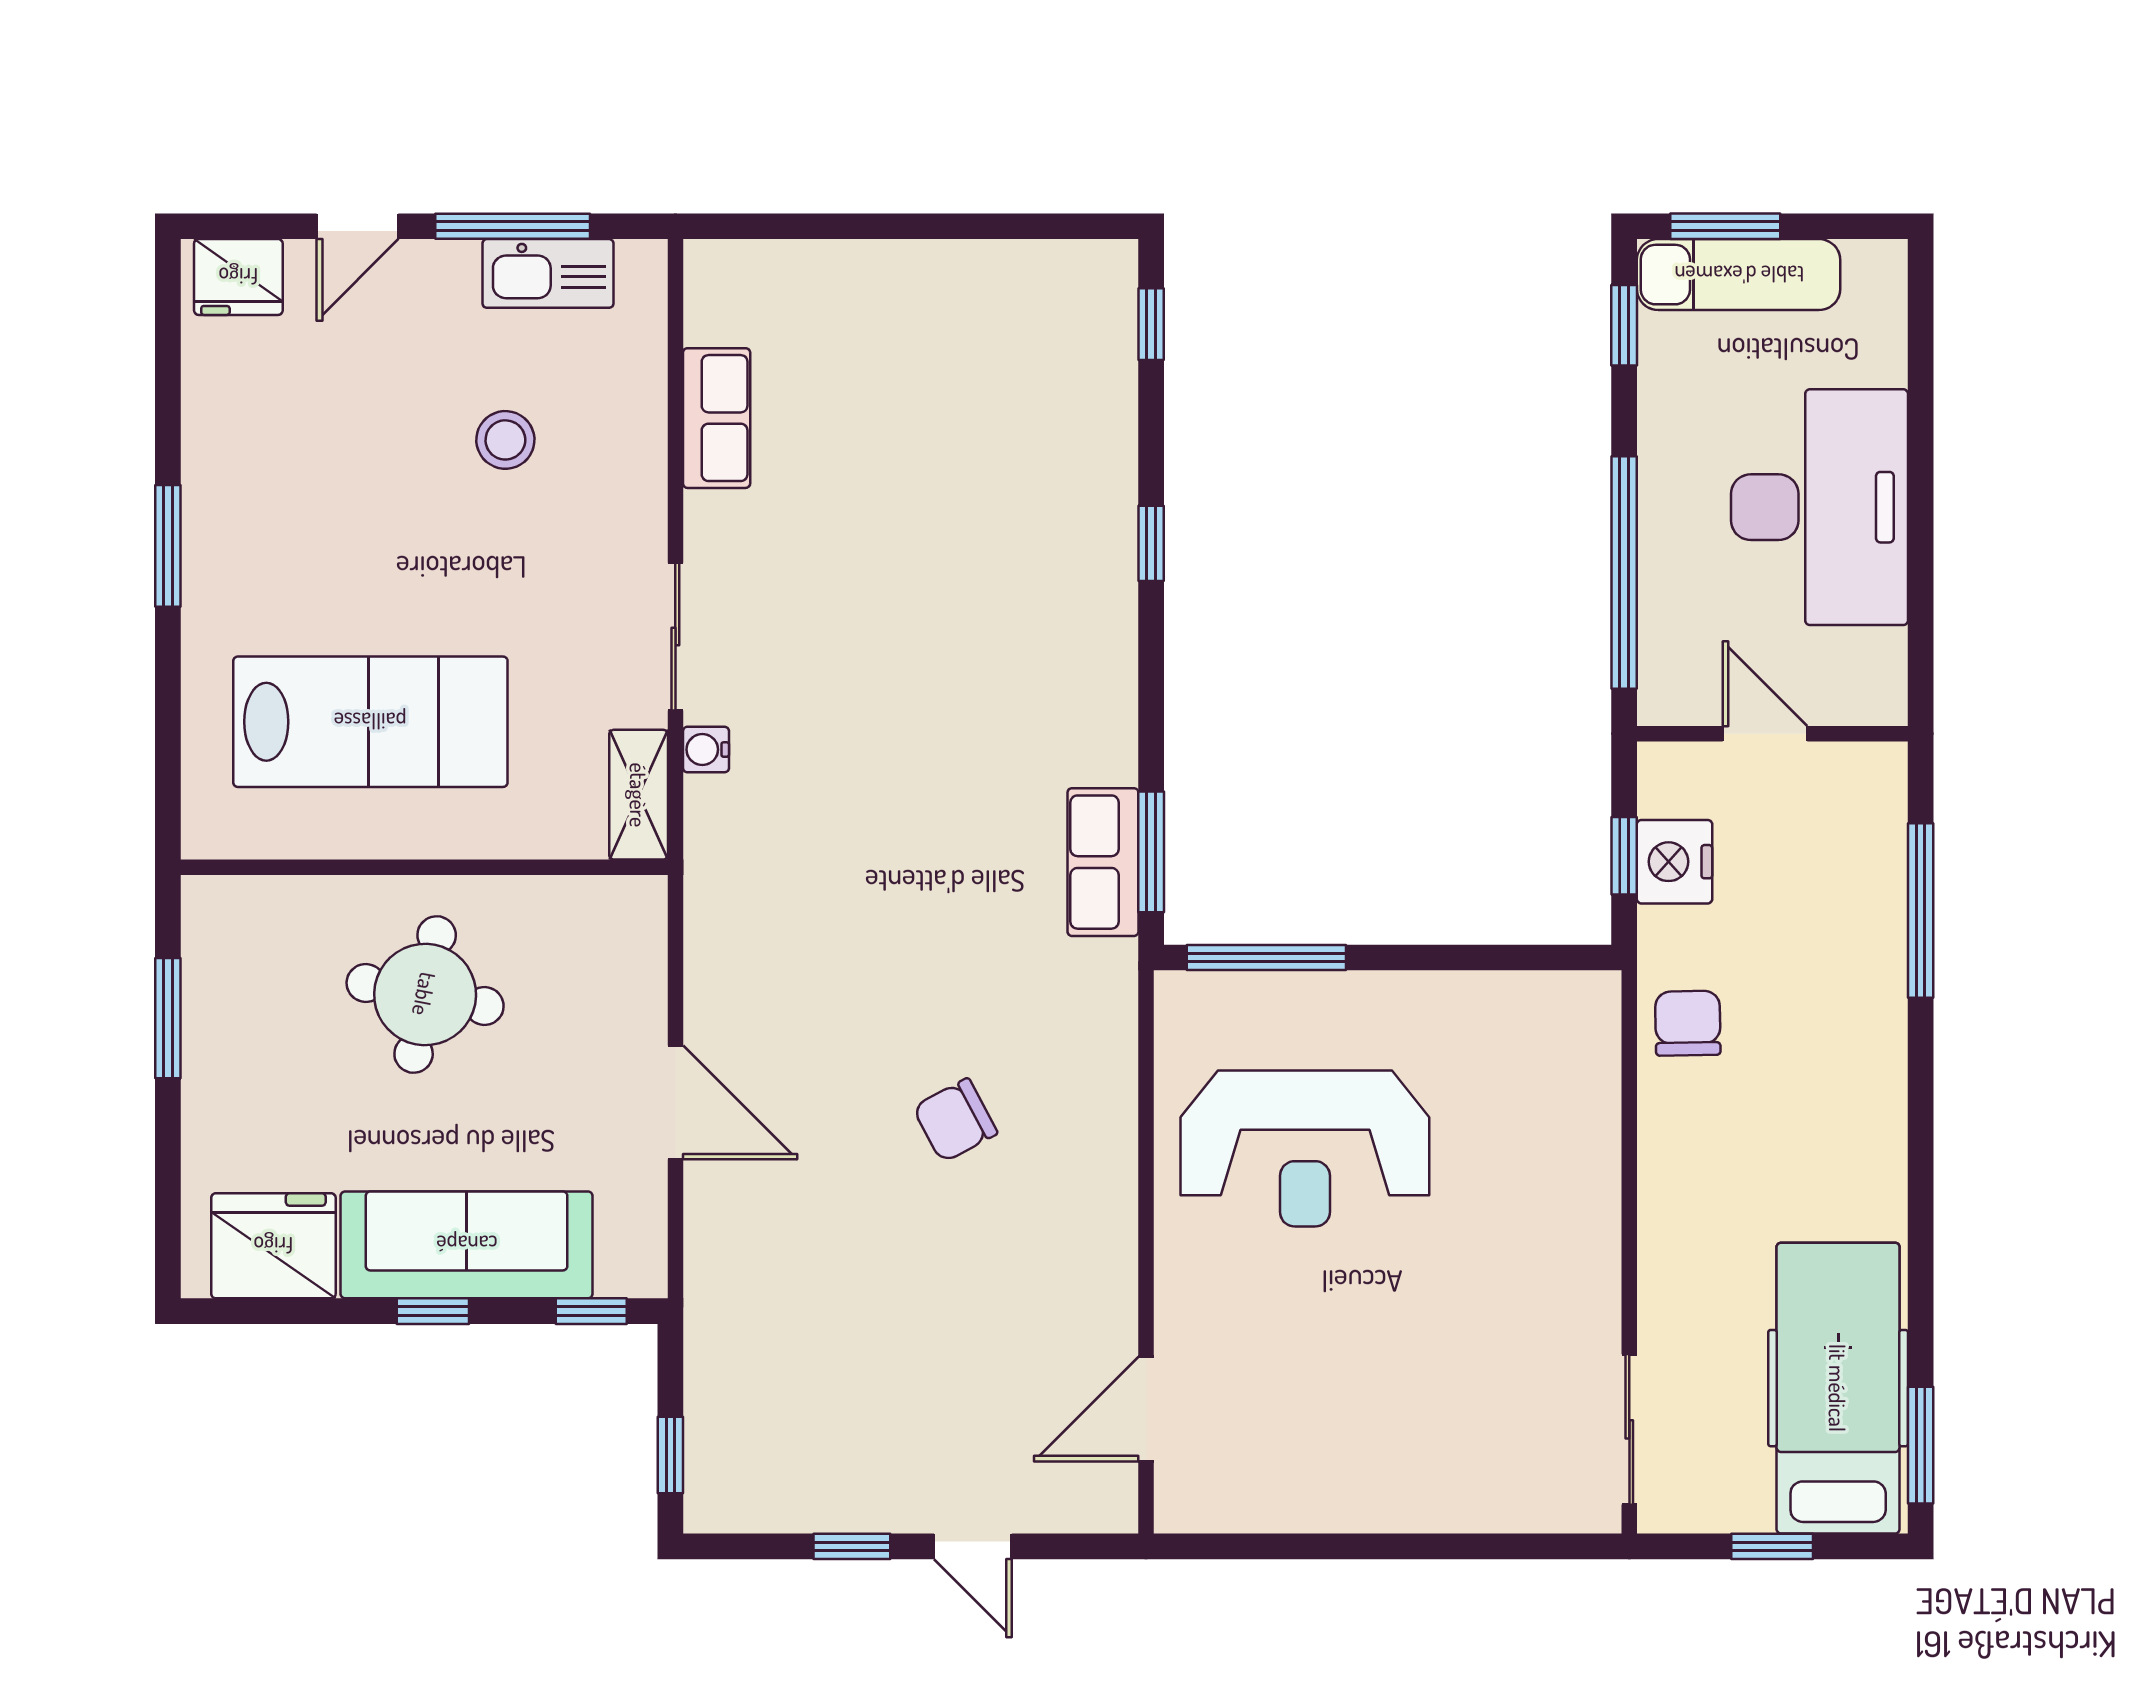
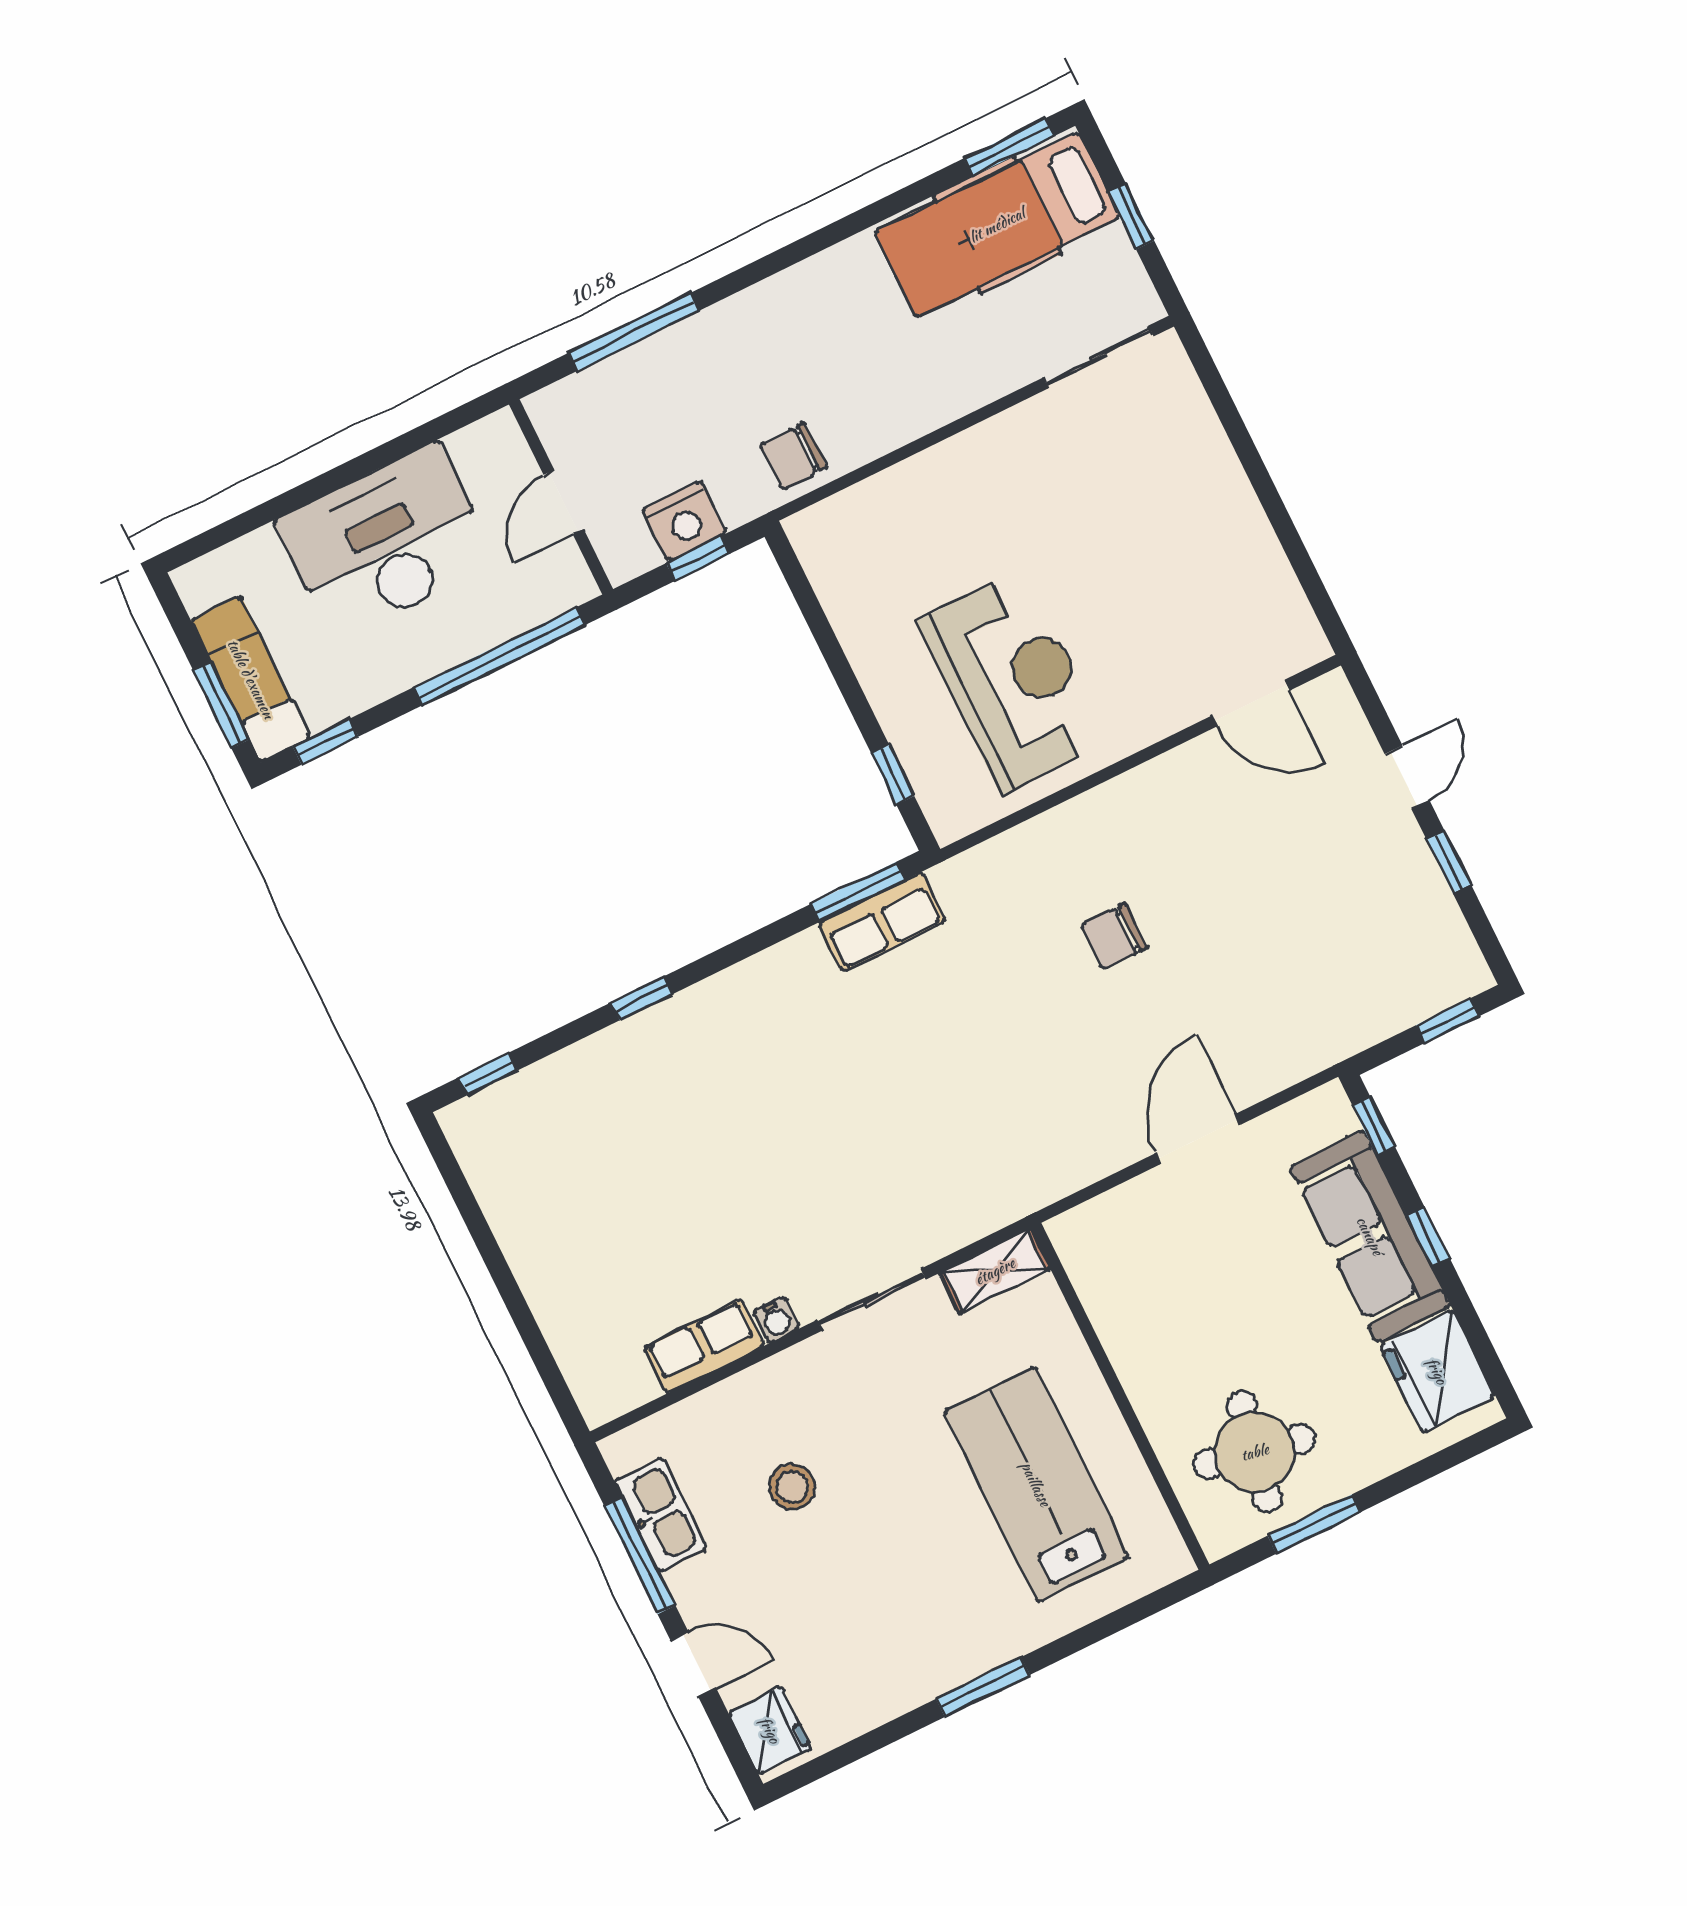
water cooler: (706, 750) -> (776, 1320), moved
window: (1266, 958) -> (893, 774), width x0.46
round table: (425, 994) -> (1255, 1452), moved
chair: (955, 1120) -> (1114, 937), turned 118

